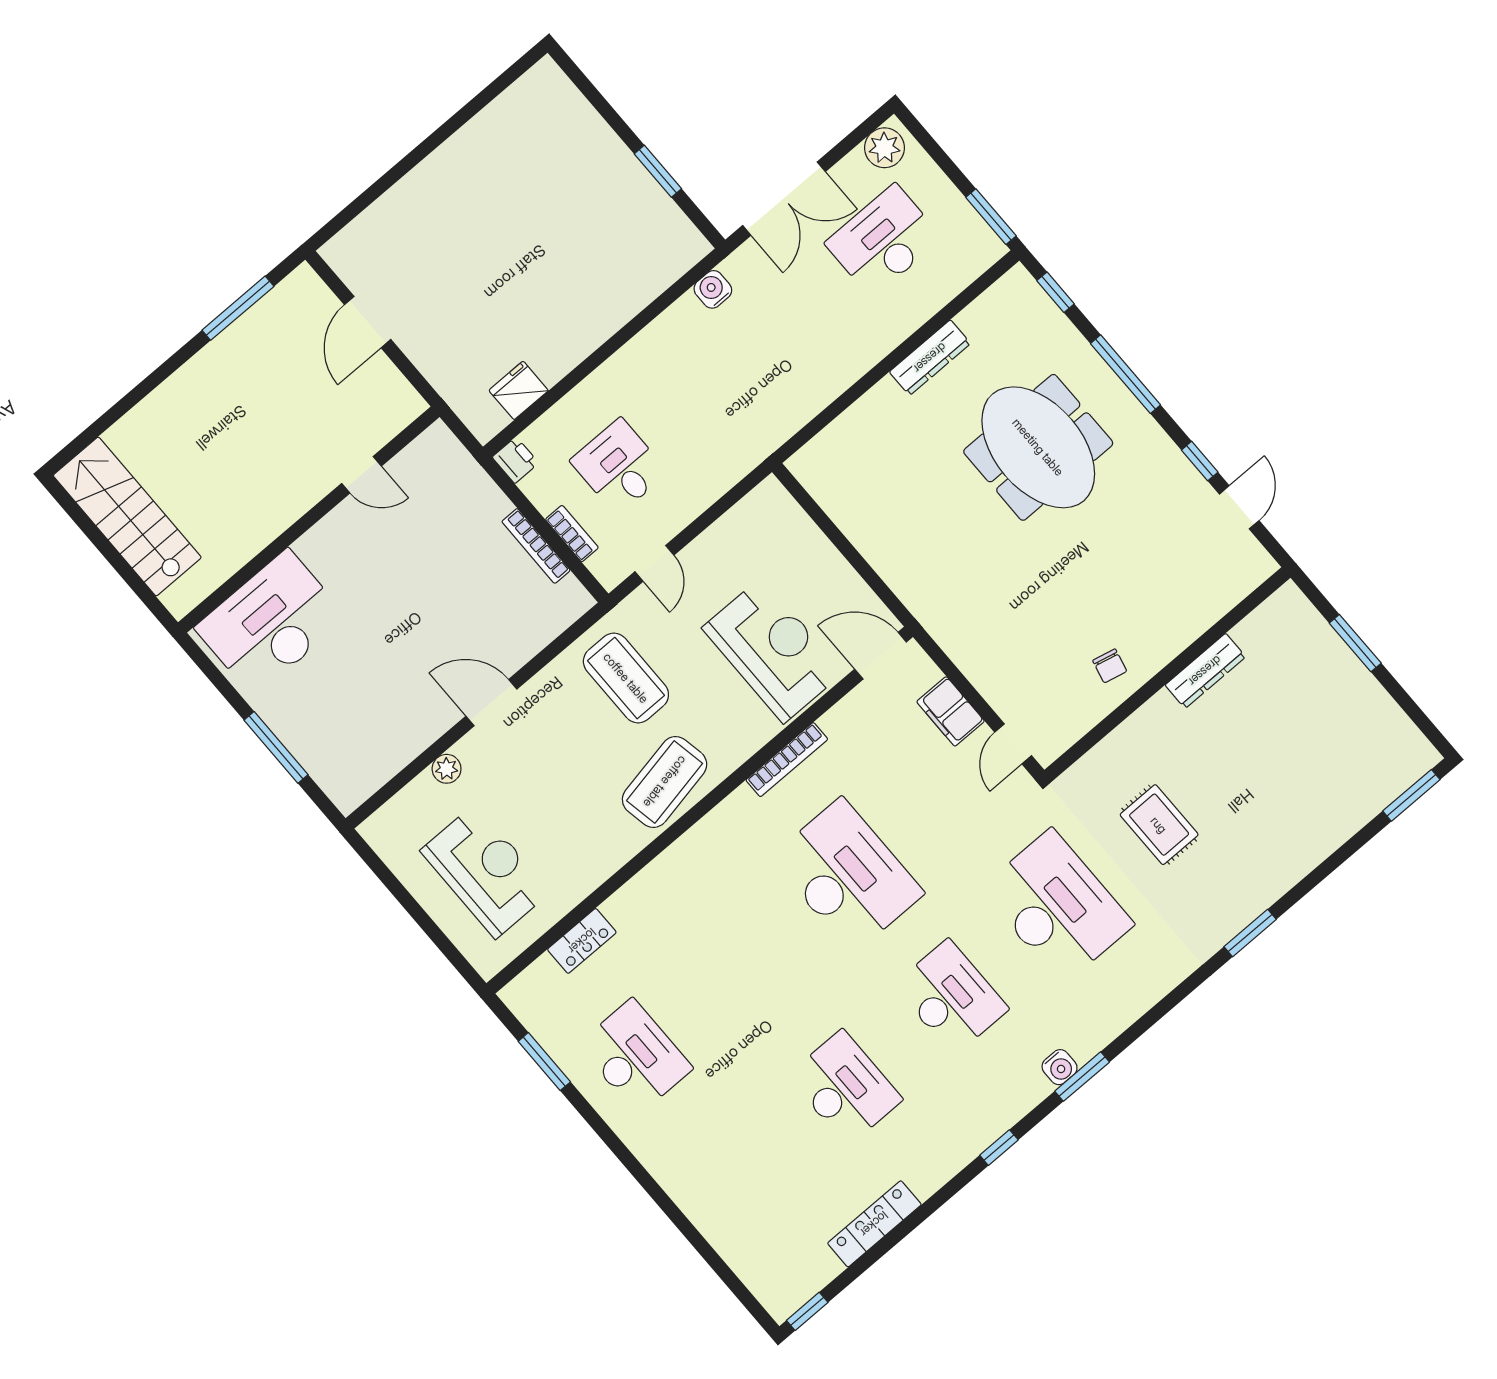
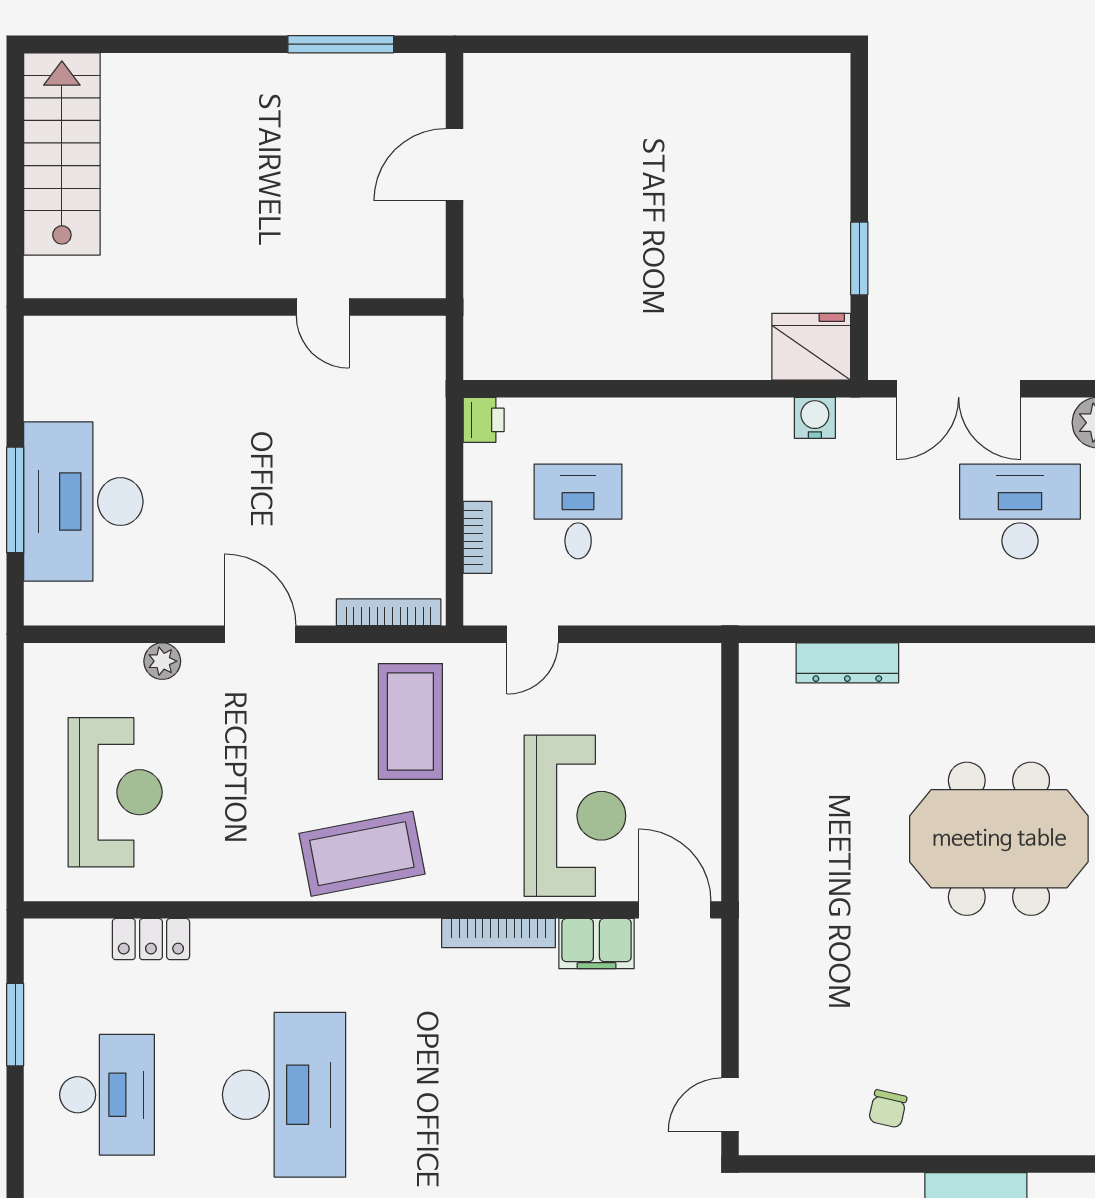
dresser: (930, 358) -> (847, 663), moved
fridge: (519, 390) -> (811, 347), moved, width x1.36, depth x1.34
meeting table: (1038, 447) -> (999, 839), turned 90
bookcase: (536, 546) -> (389, 612), moved, turned 90
desk: (271, 623) -> (83, 502), moved, turned -90
filing cabinet: (951, 711) -> (596, 944), moved, turned -90
desk: (847, 876) -> (284, 1095), moved

